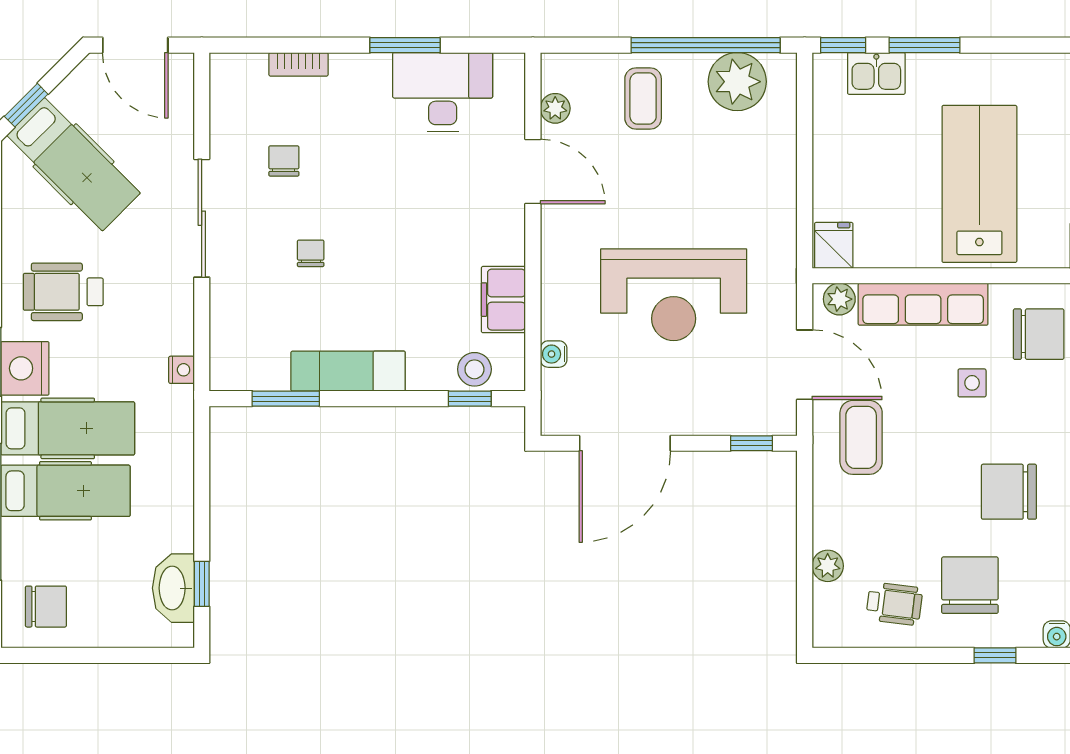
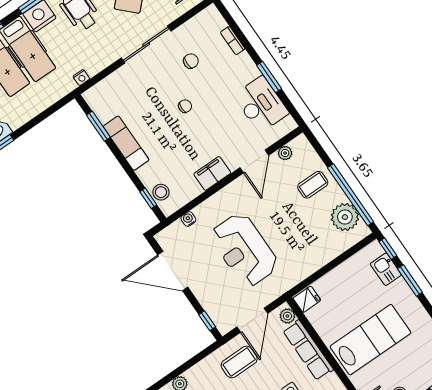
chair: (311, 253) -> (185, 106), moved
filing cabinet: (503, 300) -> (212, 173), moved

